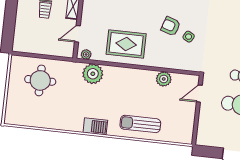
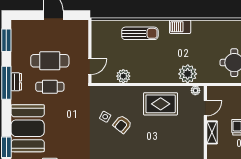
armchair: (171, 26) -> (122, 124), turned 111

